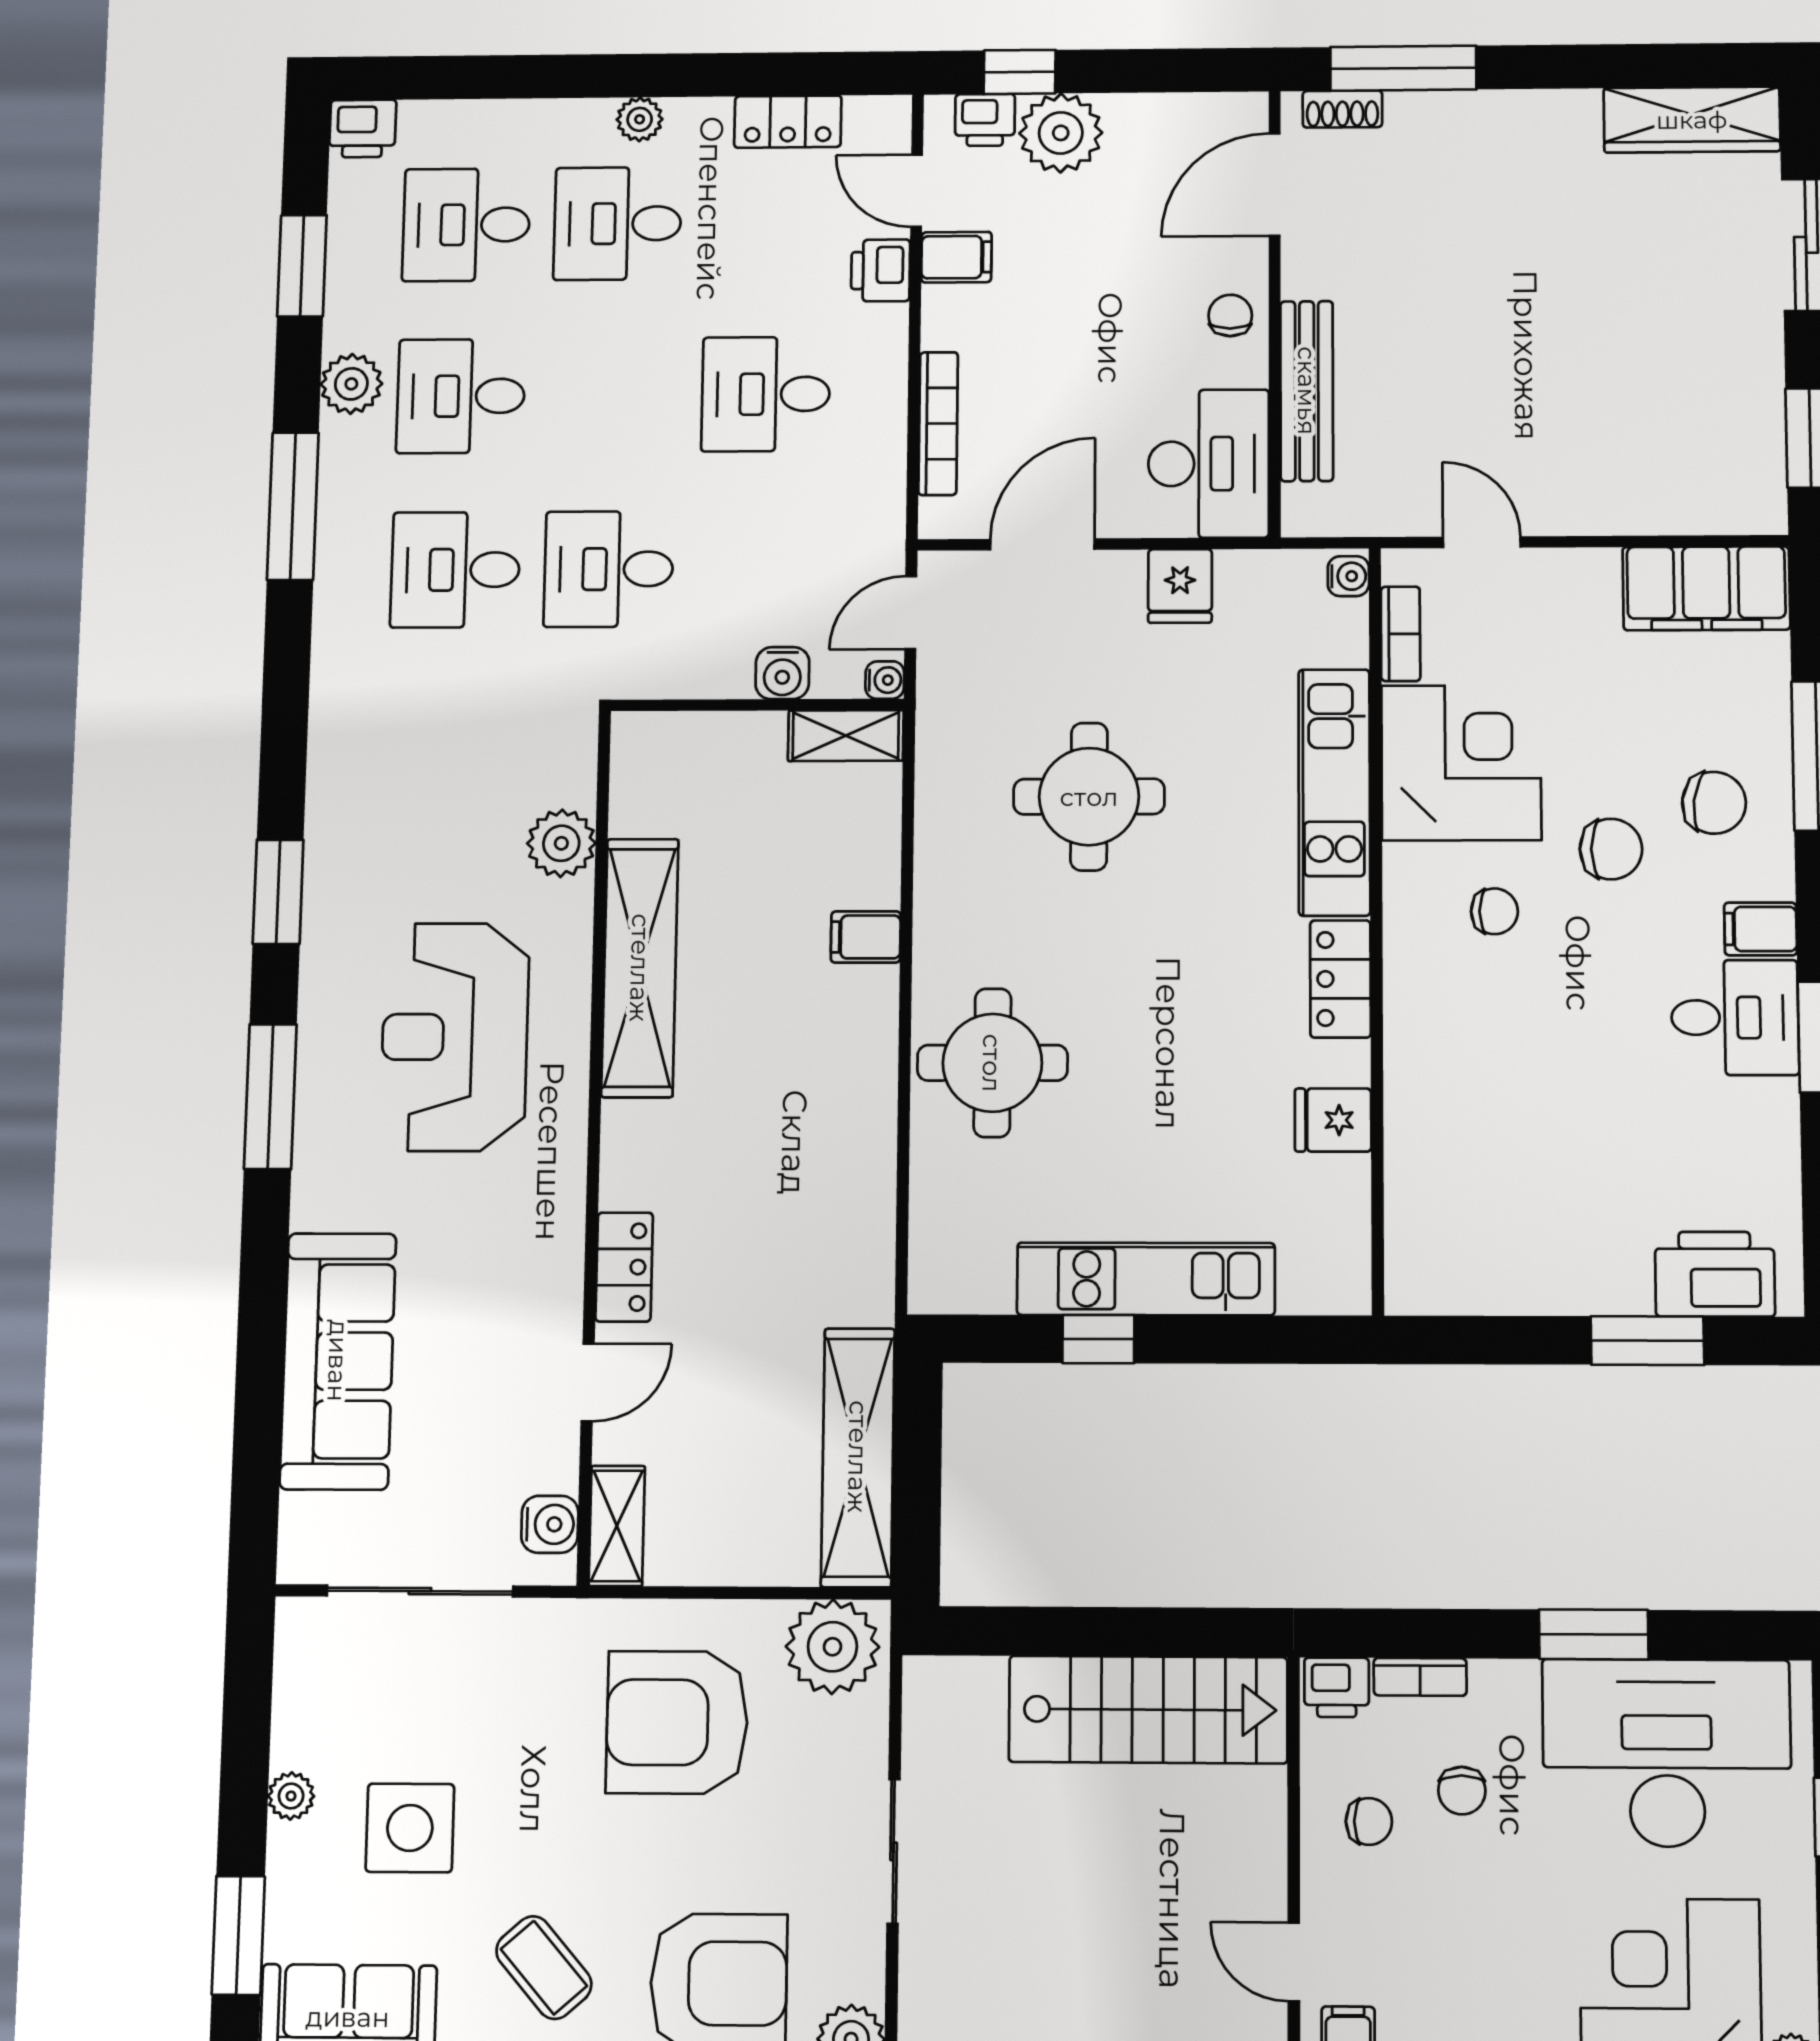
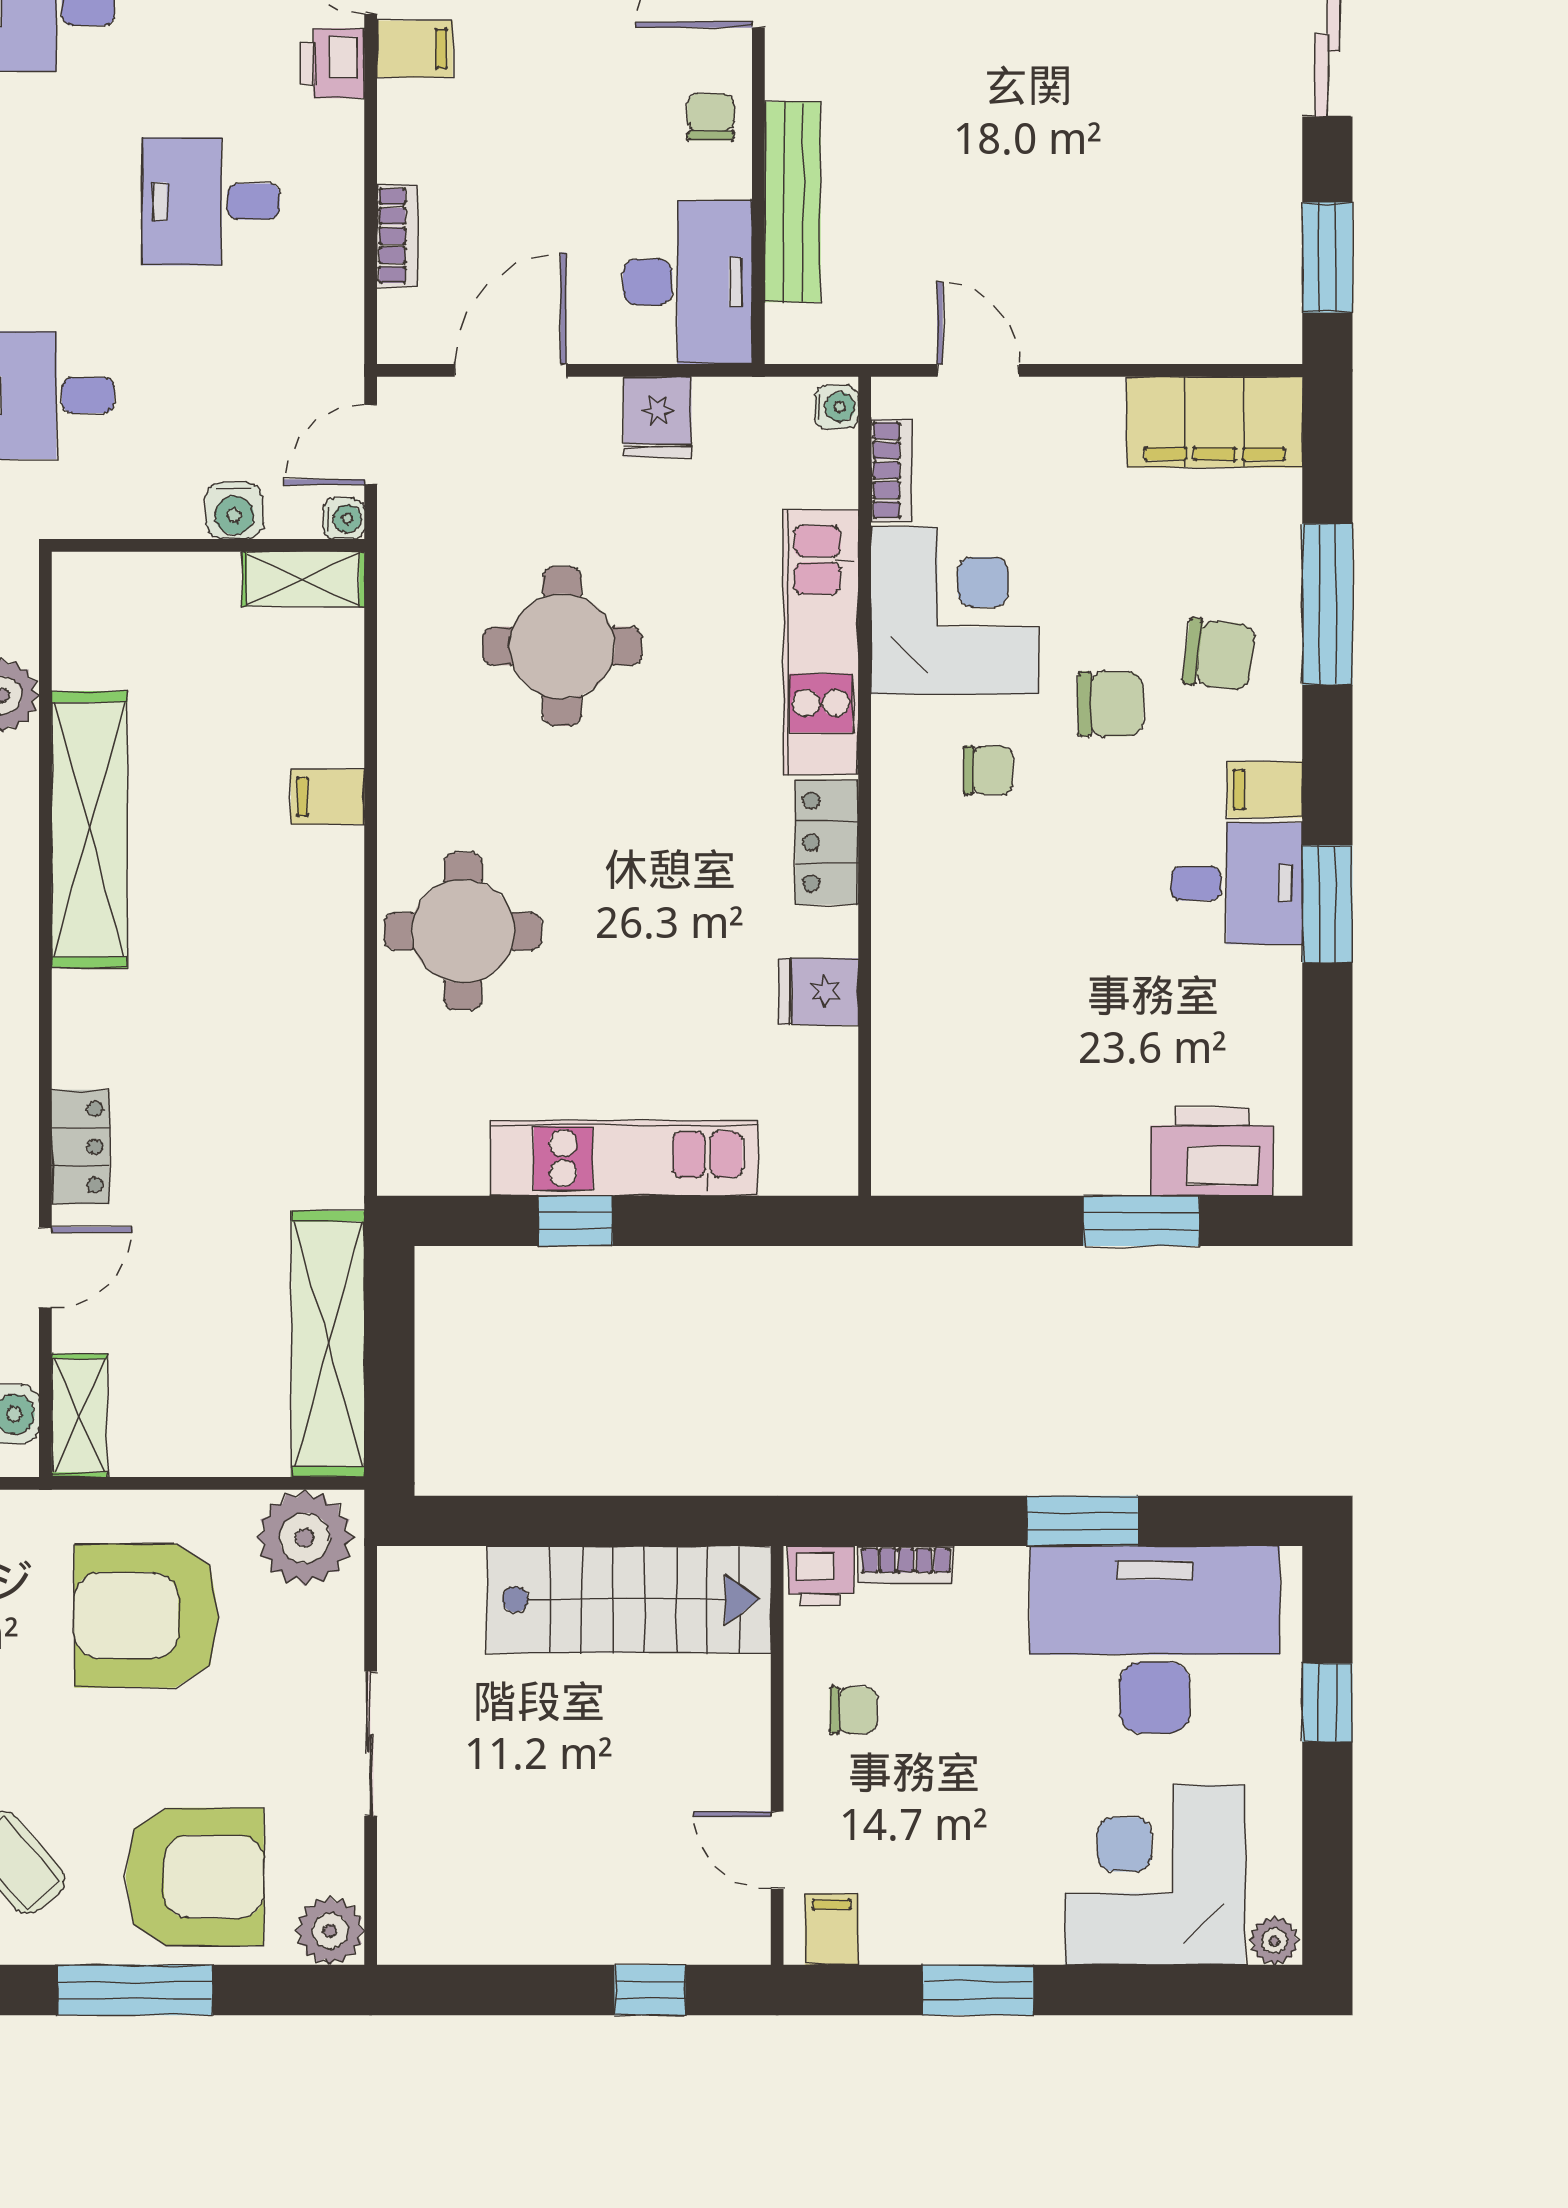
bookcase: (938, 424) -> (397, 236), width x0.64
chair: (1462, 1791) -> (947, 1679), removed

